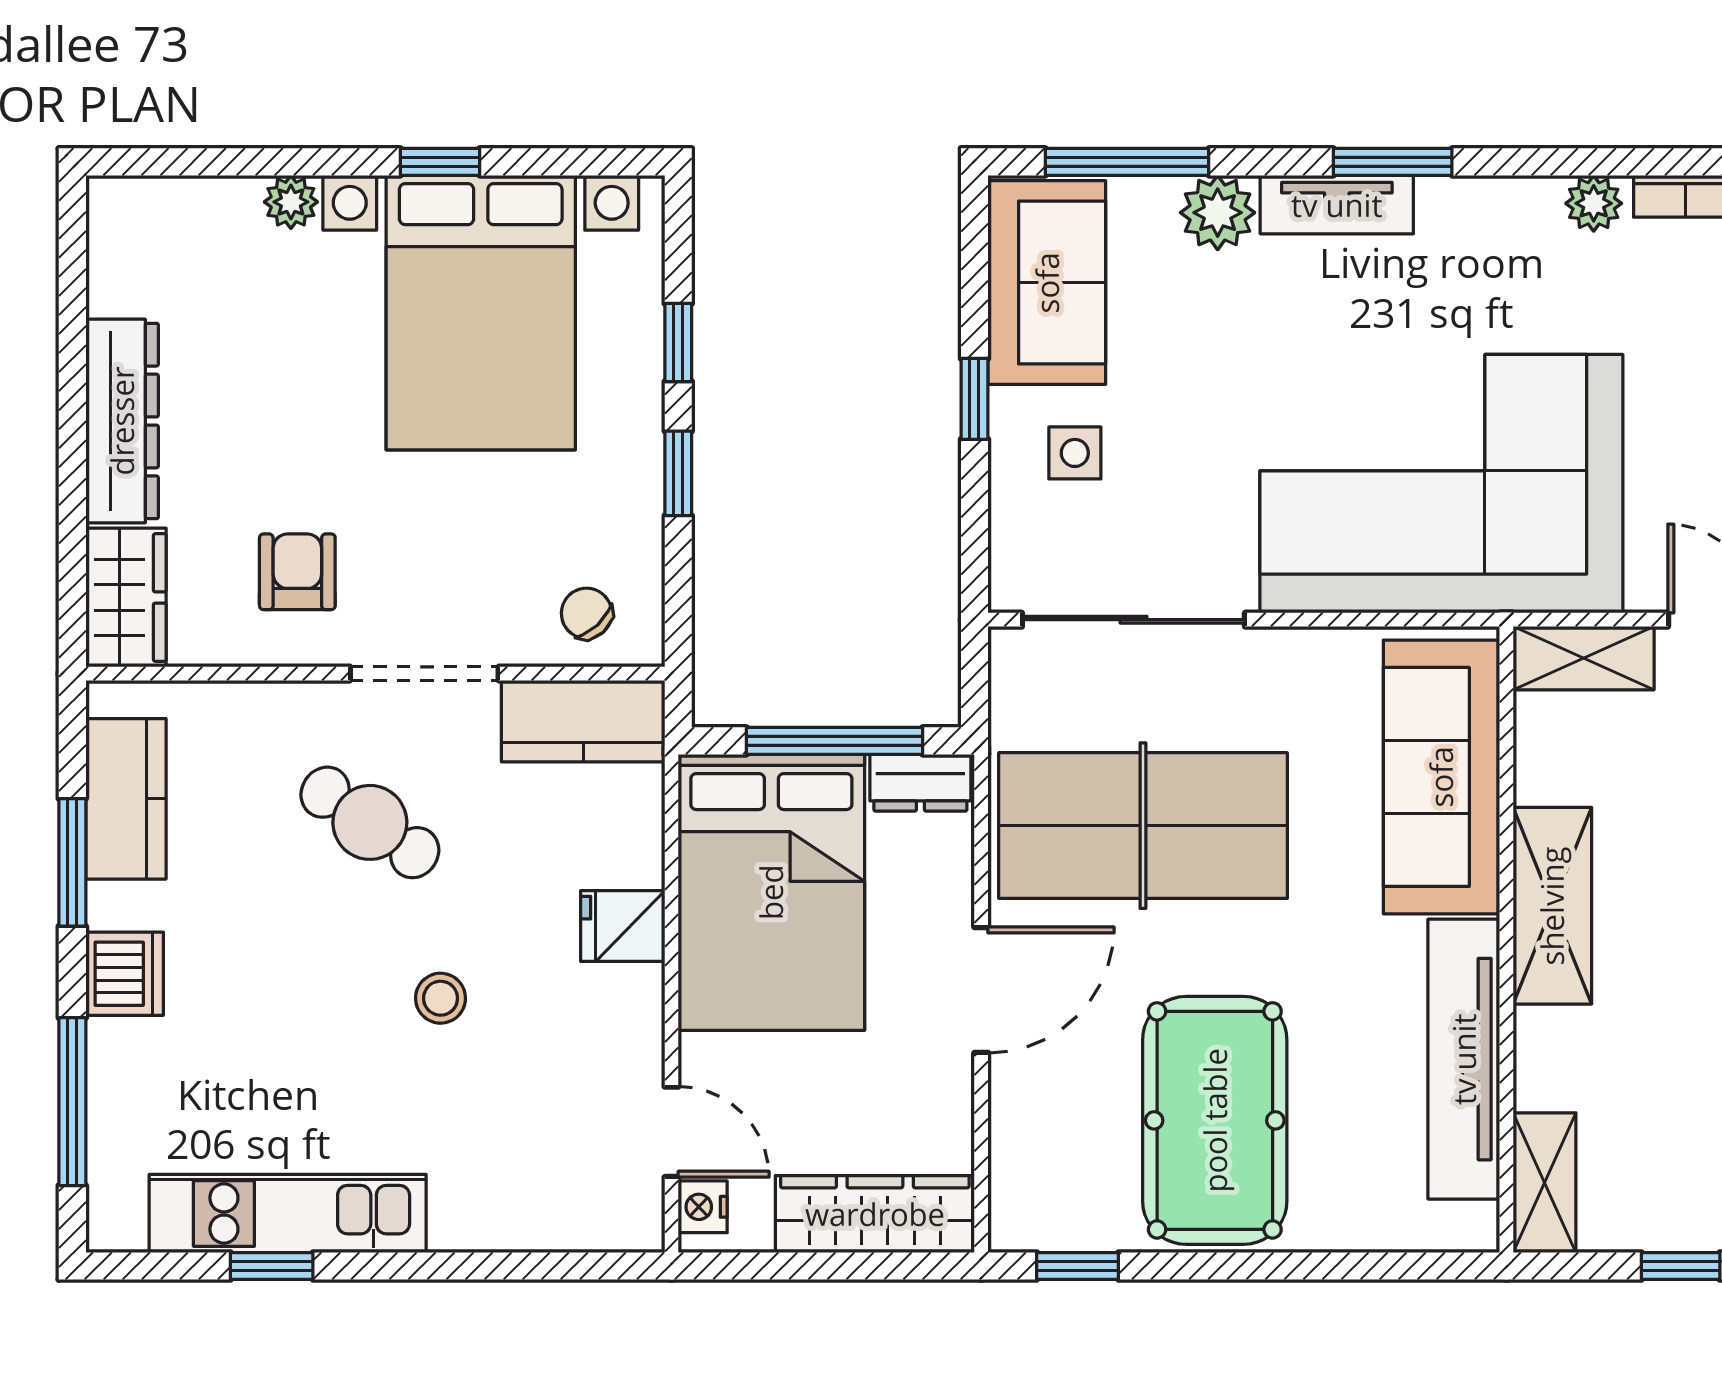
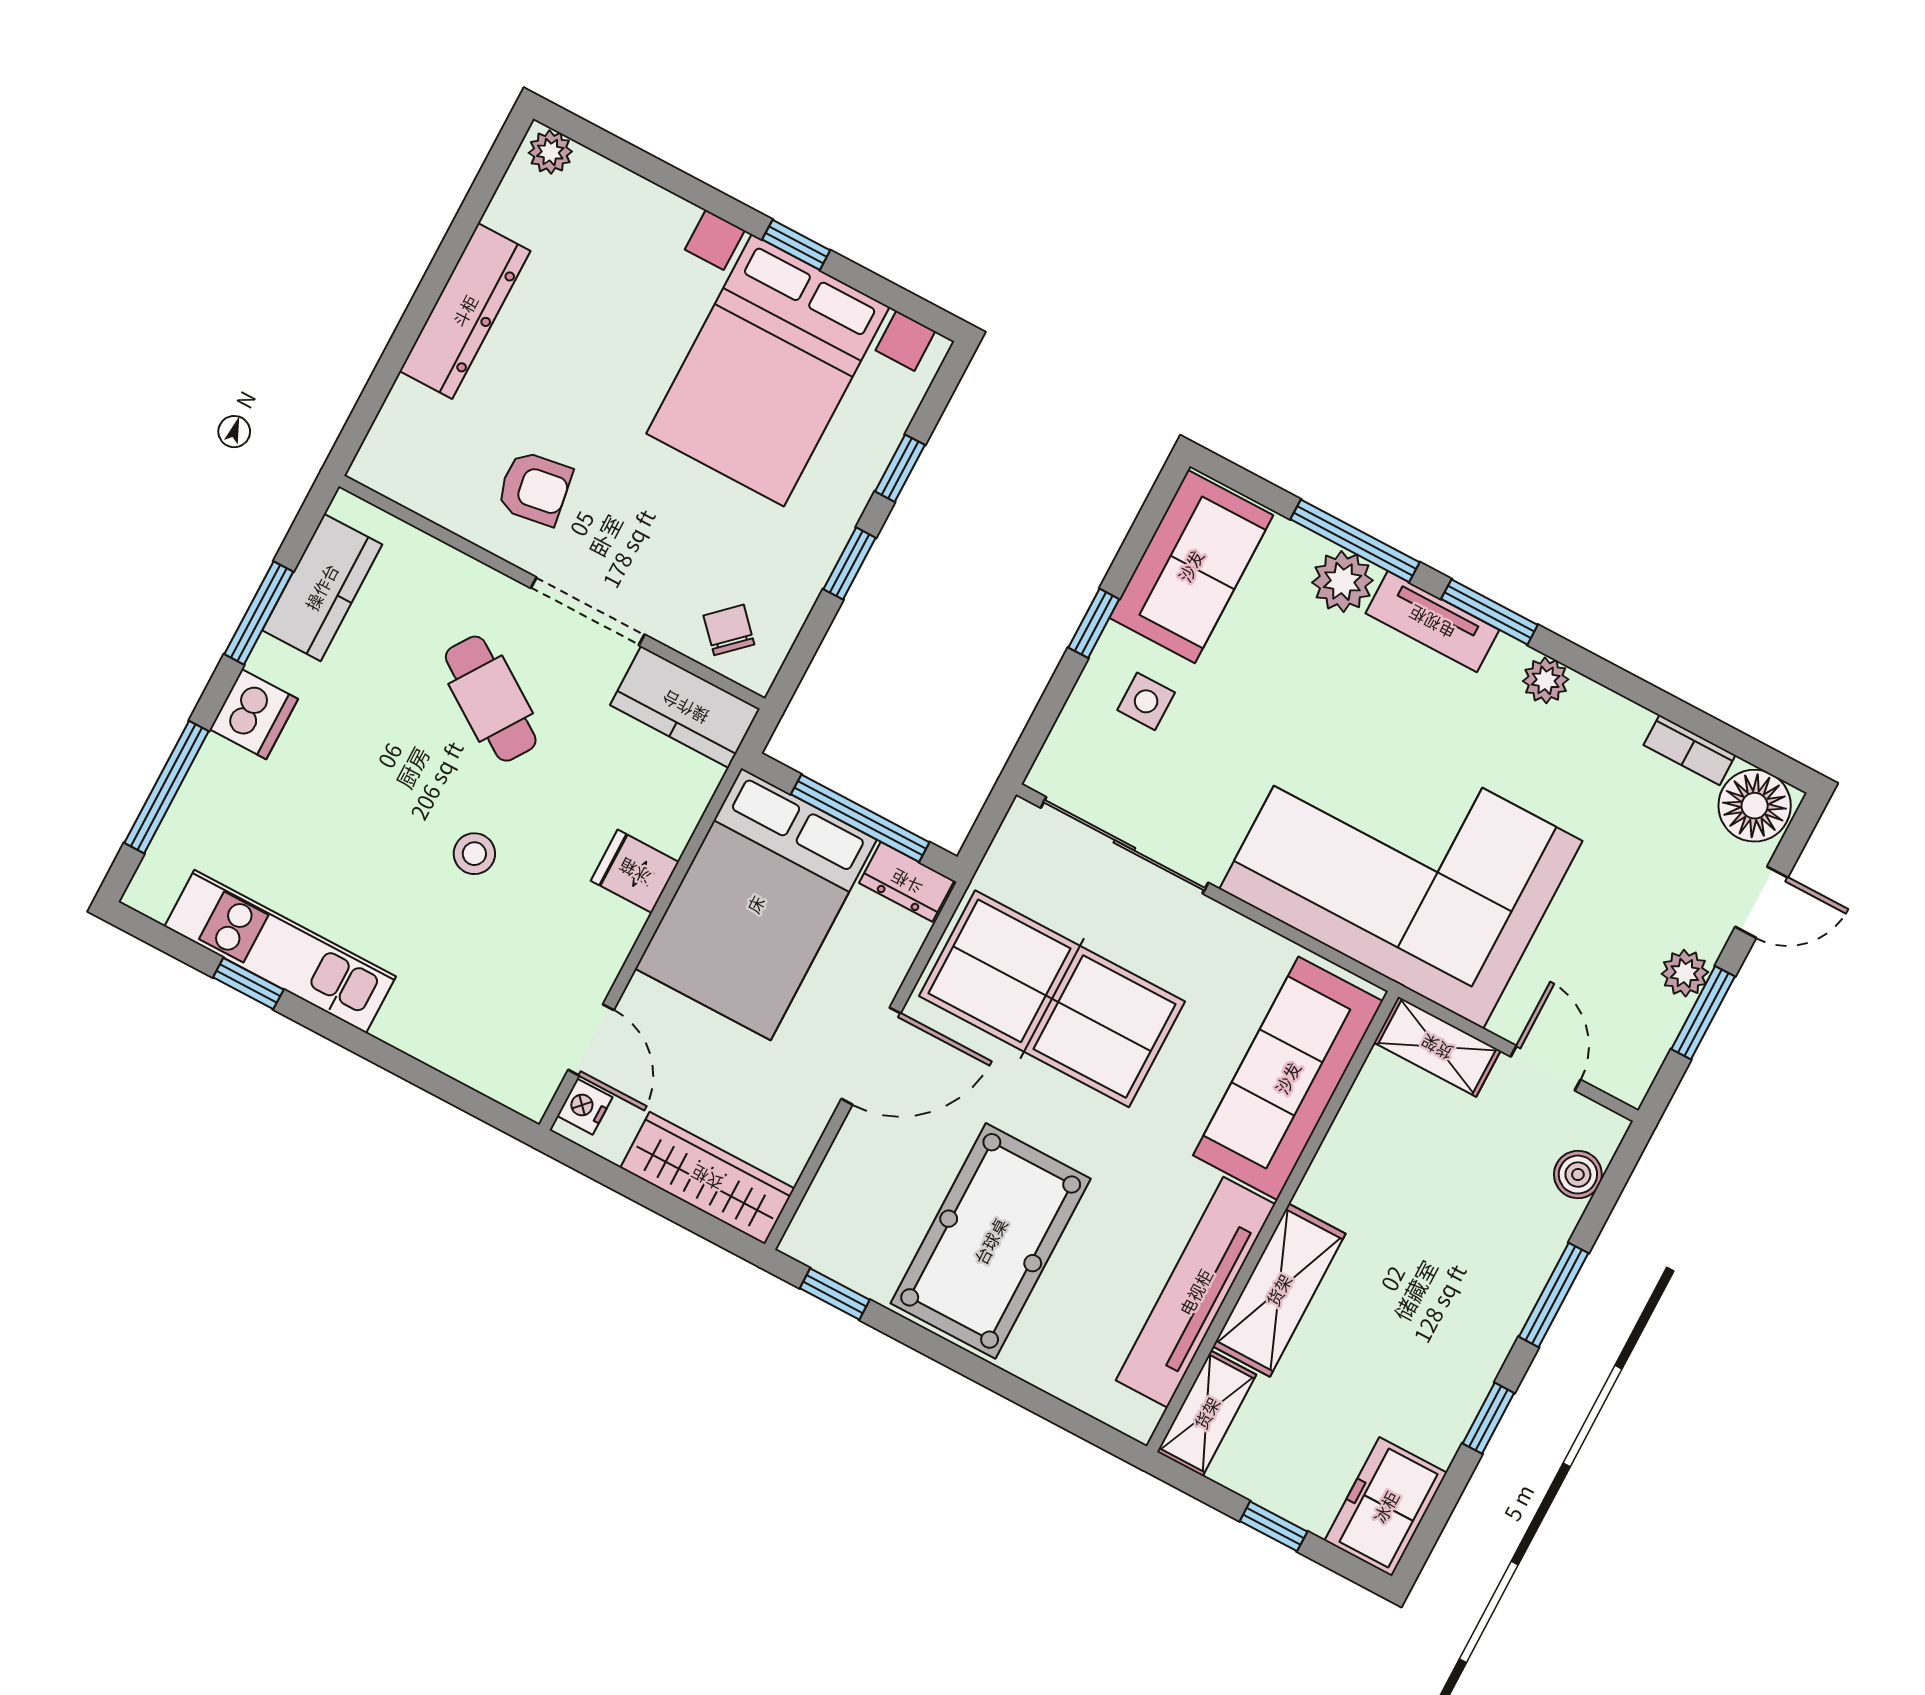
window: (1127, 162) -> (1355, 541), moved
plant: (291, 202) -> (550, 152), moved
plant: (1594, 203) -> (1546, 680), moved
armchair: (297, 572) -> (534, 488), turned 81
wardrobe: (126, 598) -> (400, 441), removed
shelving: (1552, 906) -> (1279, 1290), moved

